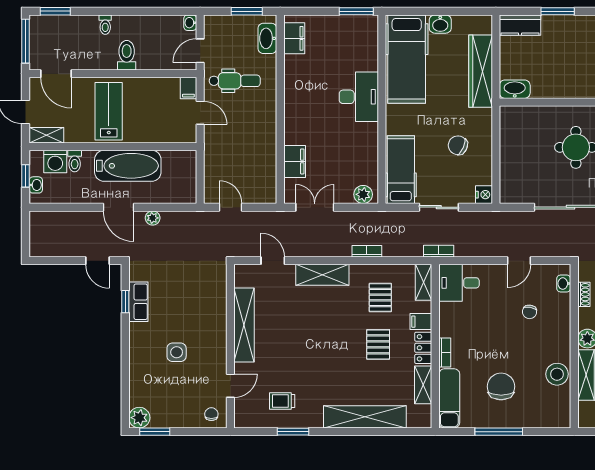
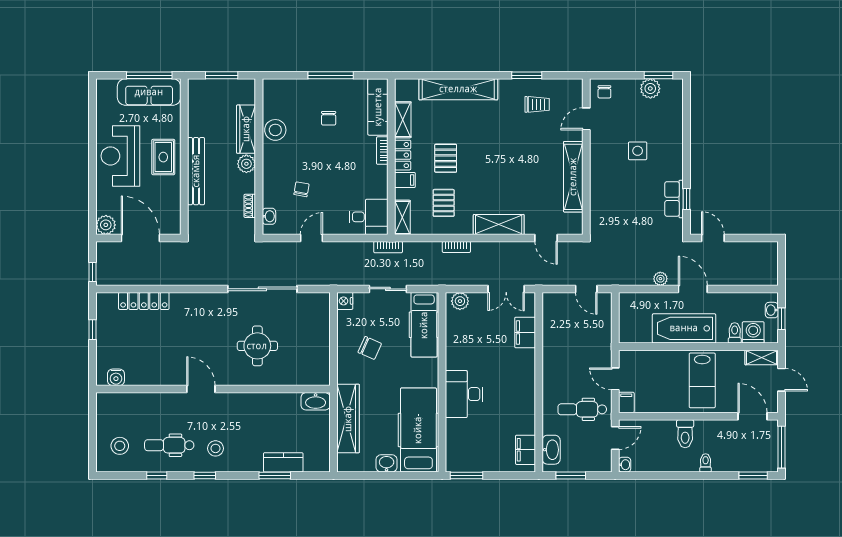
kitchen counter: (520, 25) -> (283, 462), moved
chair: (501, 386) -> (329, 118), width x0.54, depth x0.54
plant: (139, 418) -> (650, 89), moved

